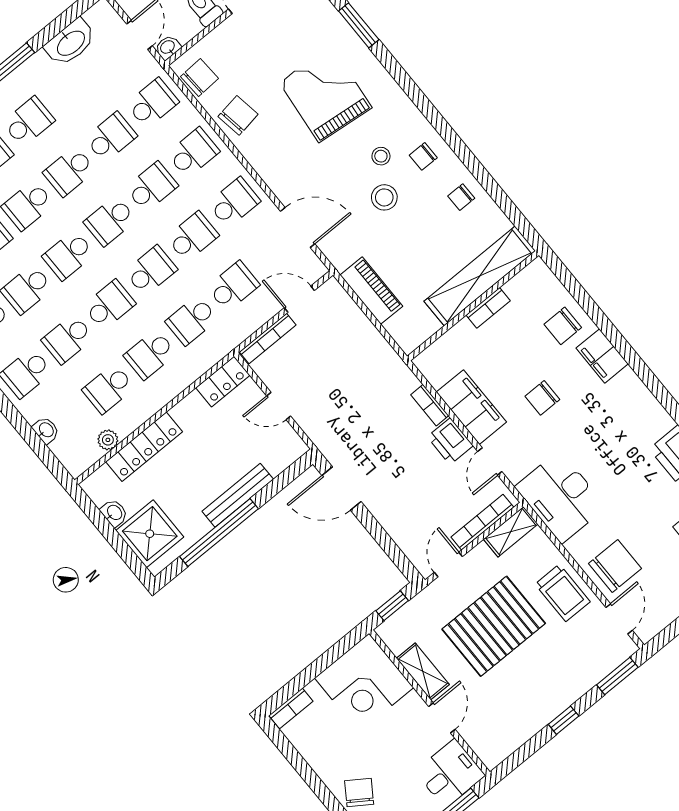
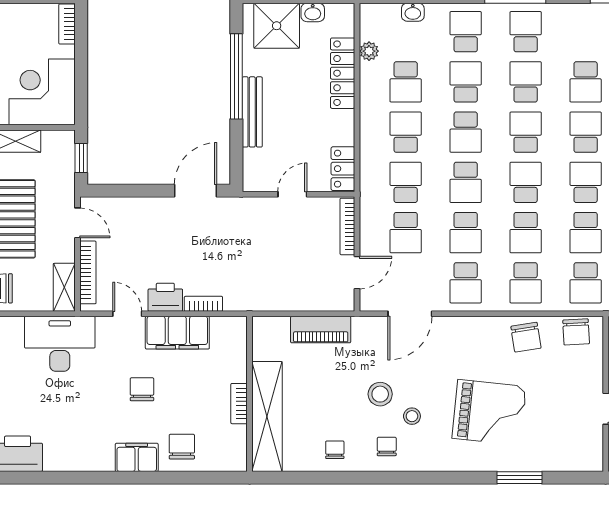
school desk: (108, 389) -> (406, 82), turned 180

